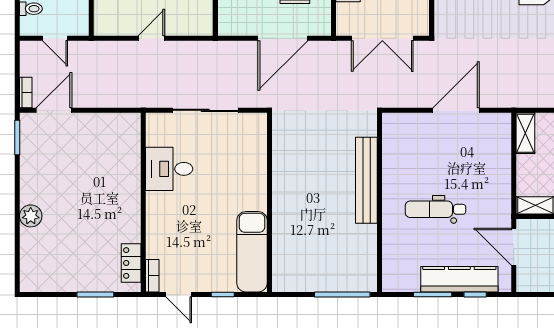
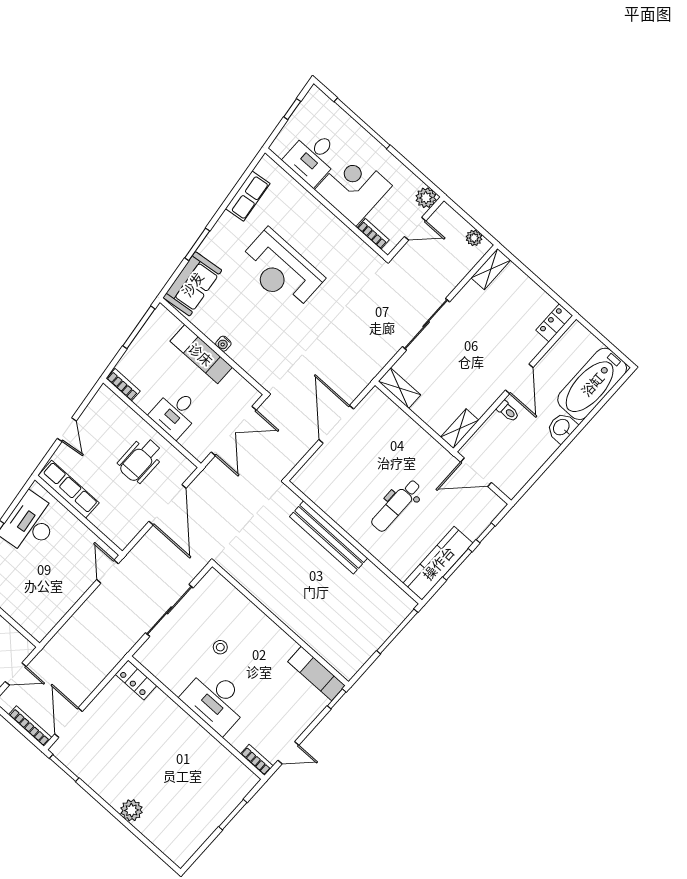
door: (151, 38) -> (108, 572), moved
bookcase: (26, 93) -> (30, 726), width x1.56
desk: (169, 169) -> (216, 700), moved, width x1.37
stool: (212, 173) -> (220, 647), added
exam couch: (252, 252) -> (317, 674), width x0.73, depth x0.69
locker: (131, 263) -> (136, 680), moved
kitchen counter: (459, 279) -> (438, 563), moved
window: (223, 295) -> (337, 699), moved

